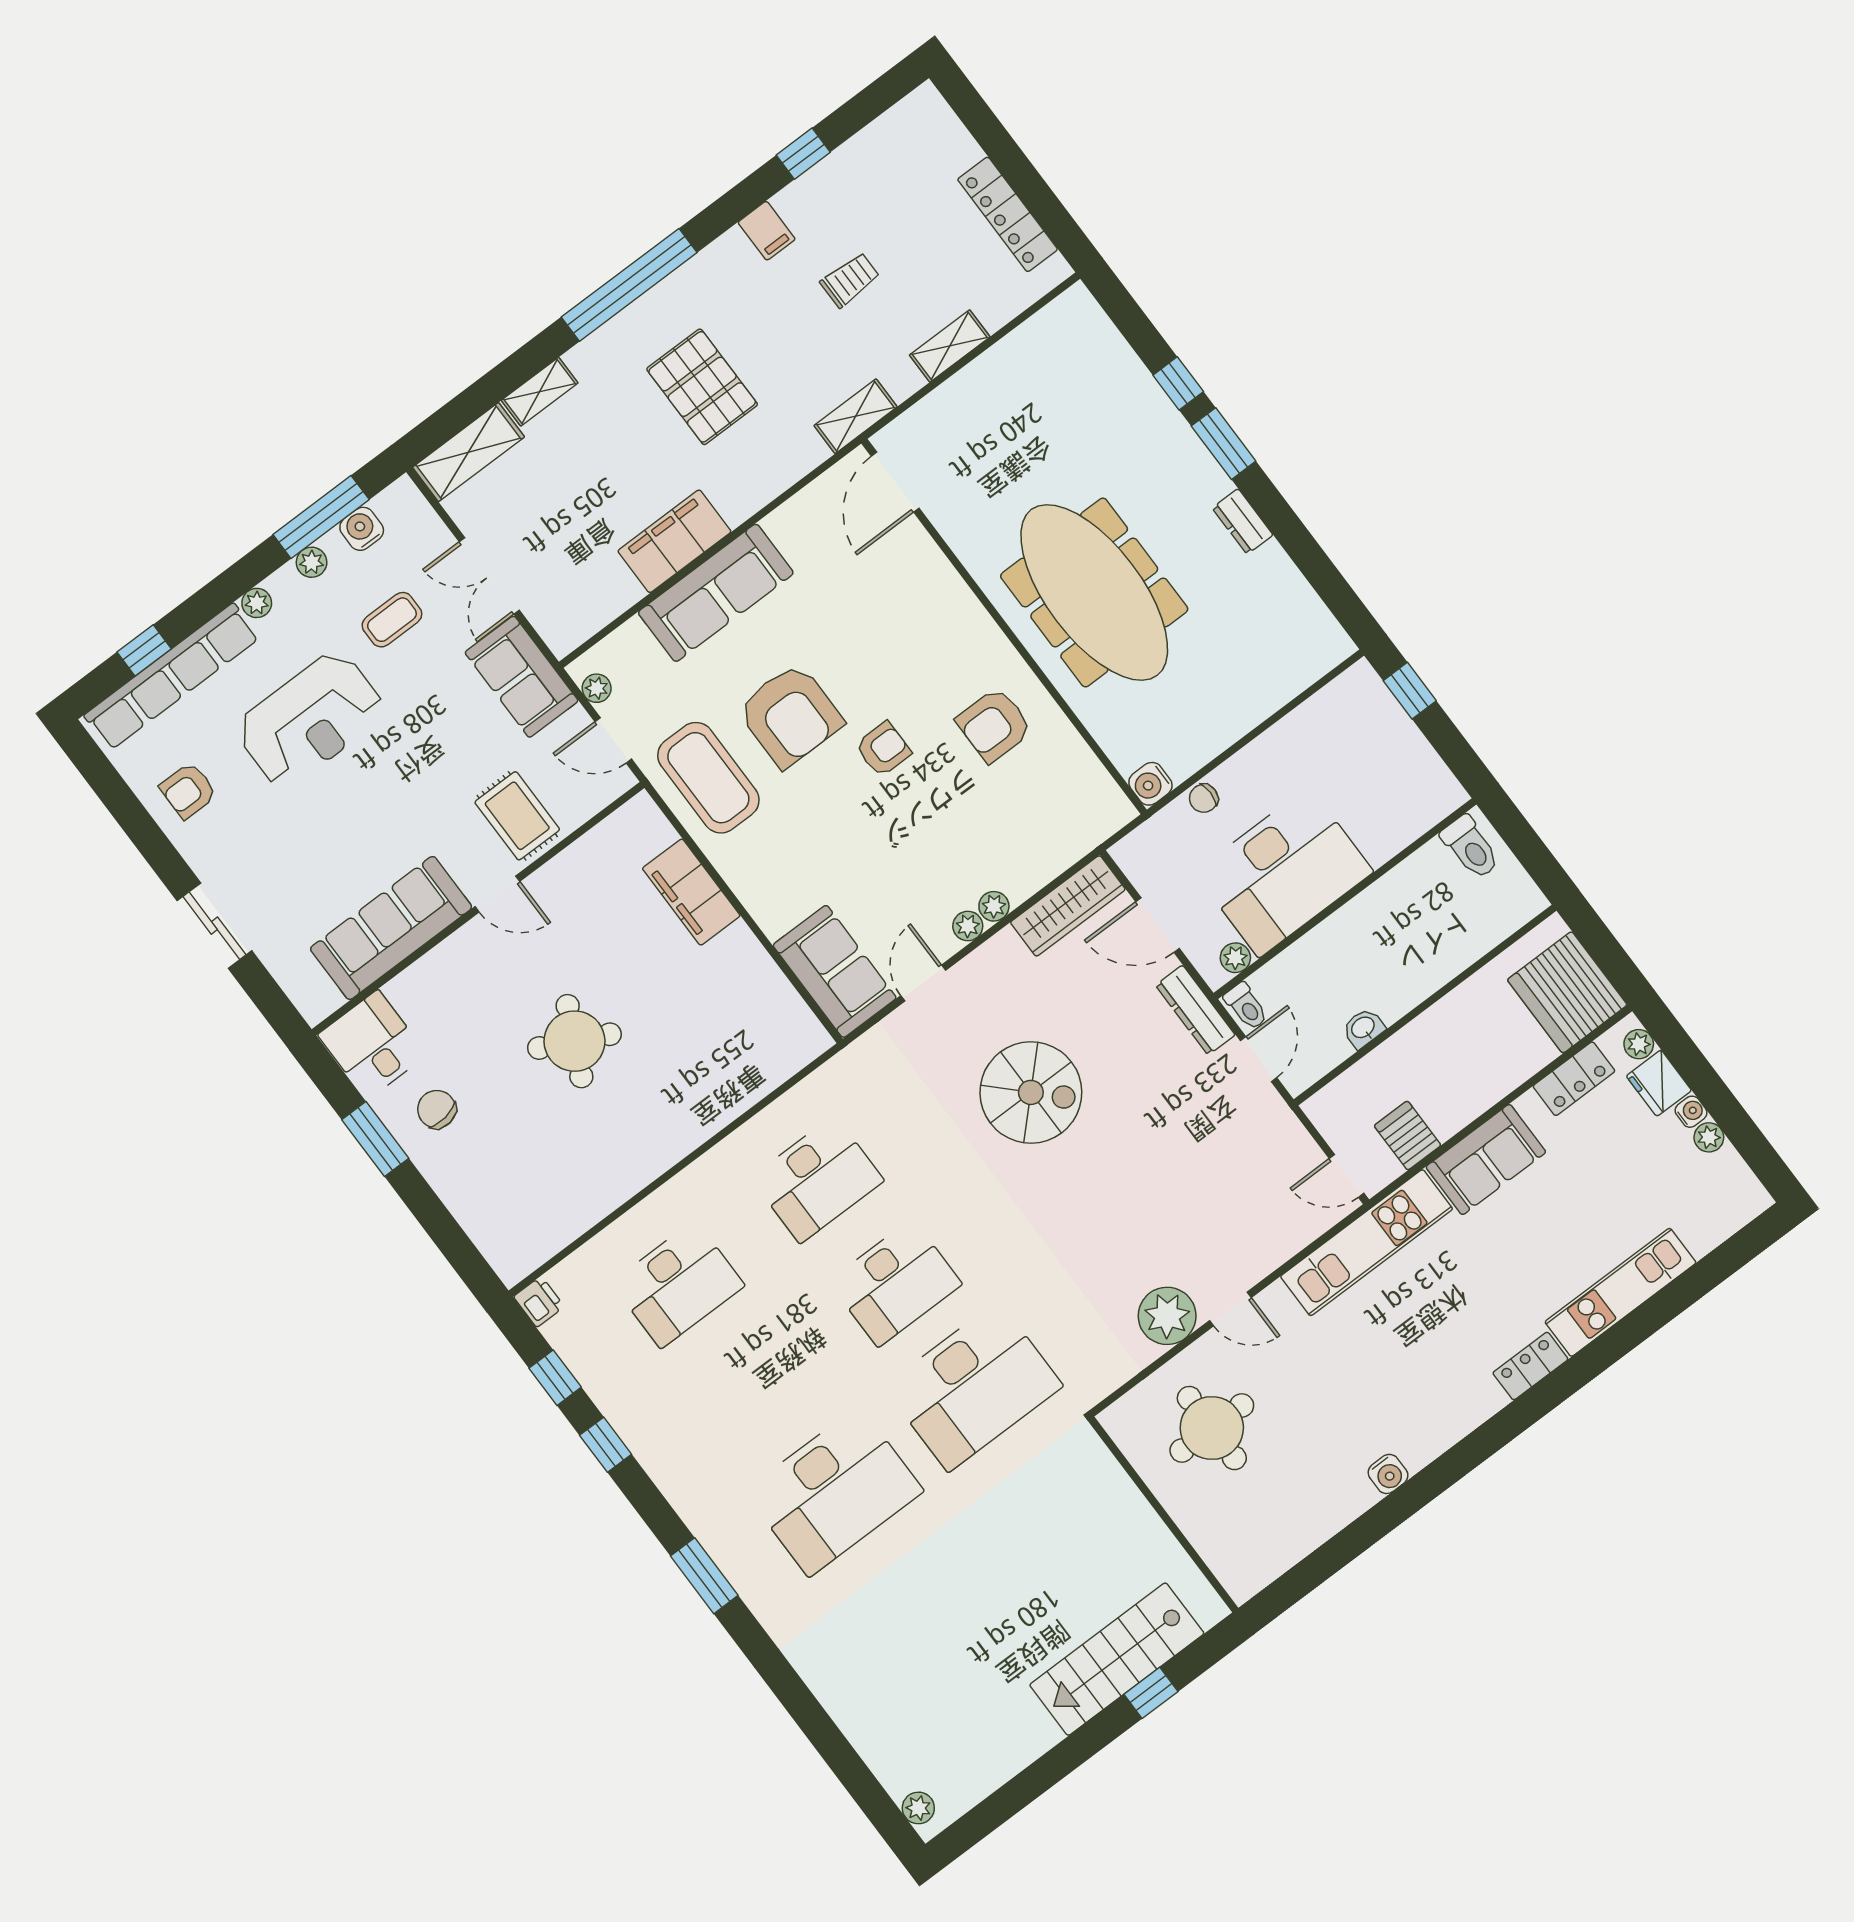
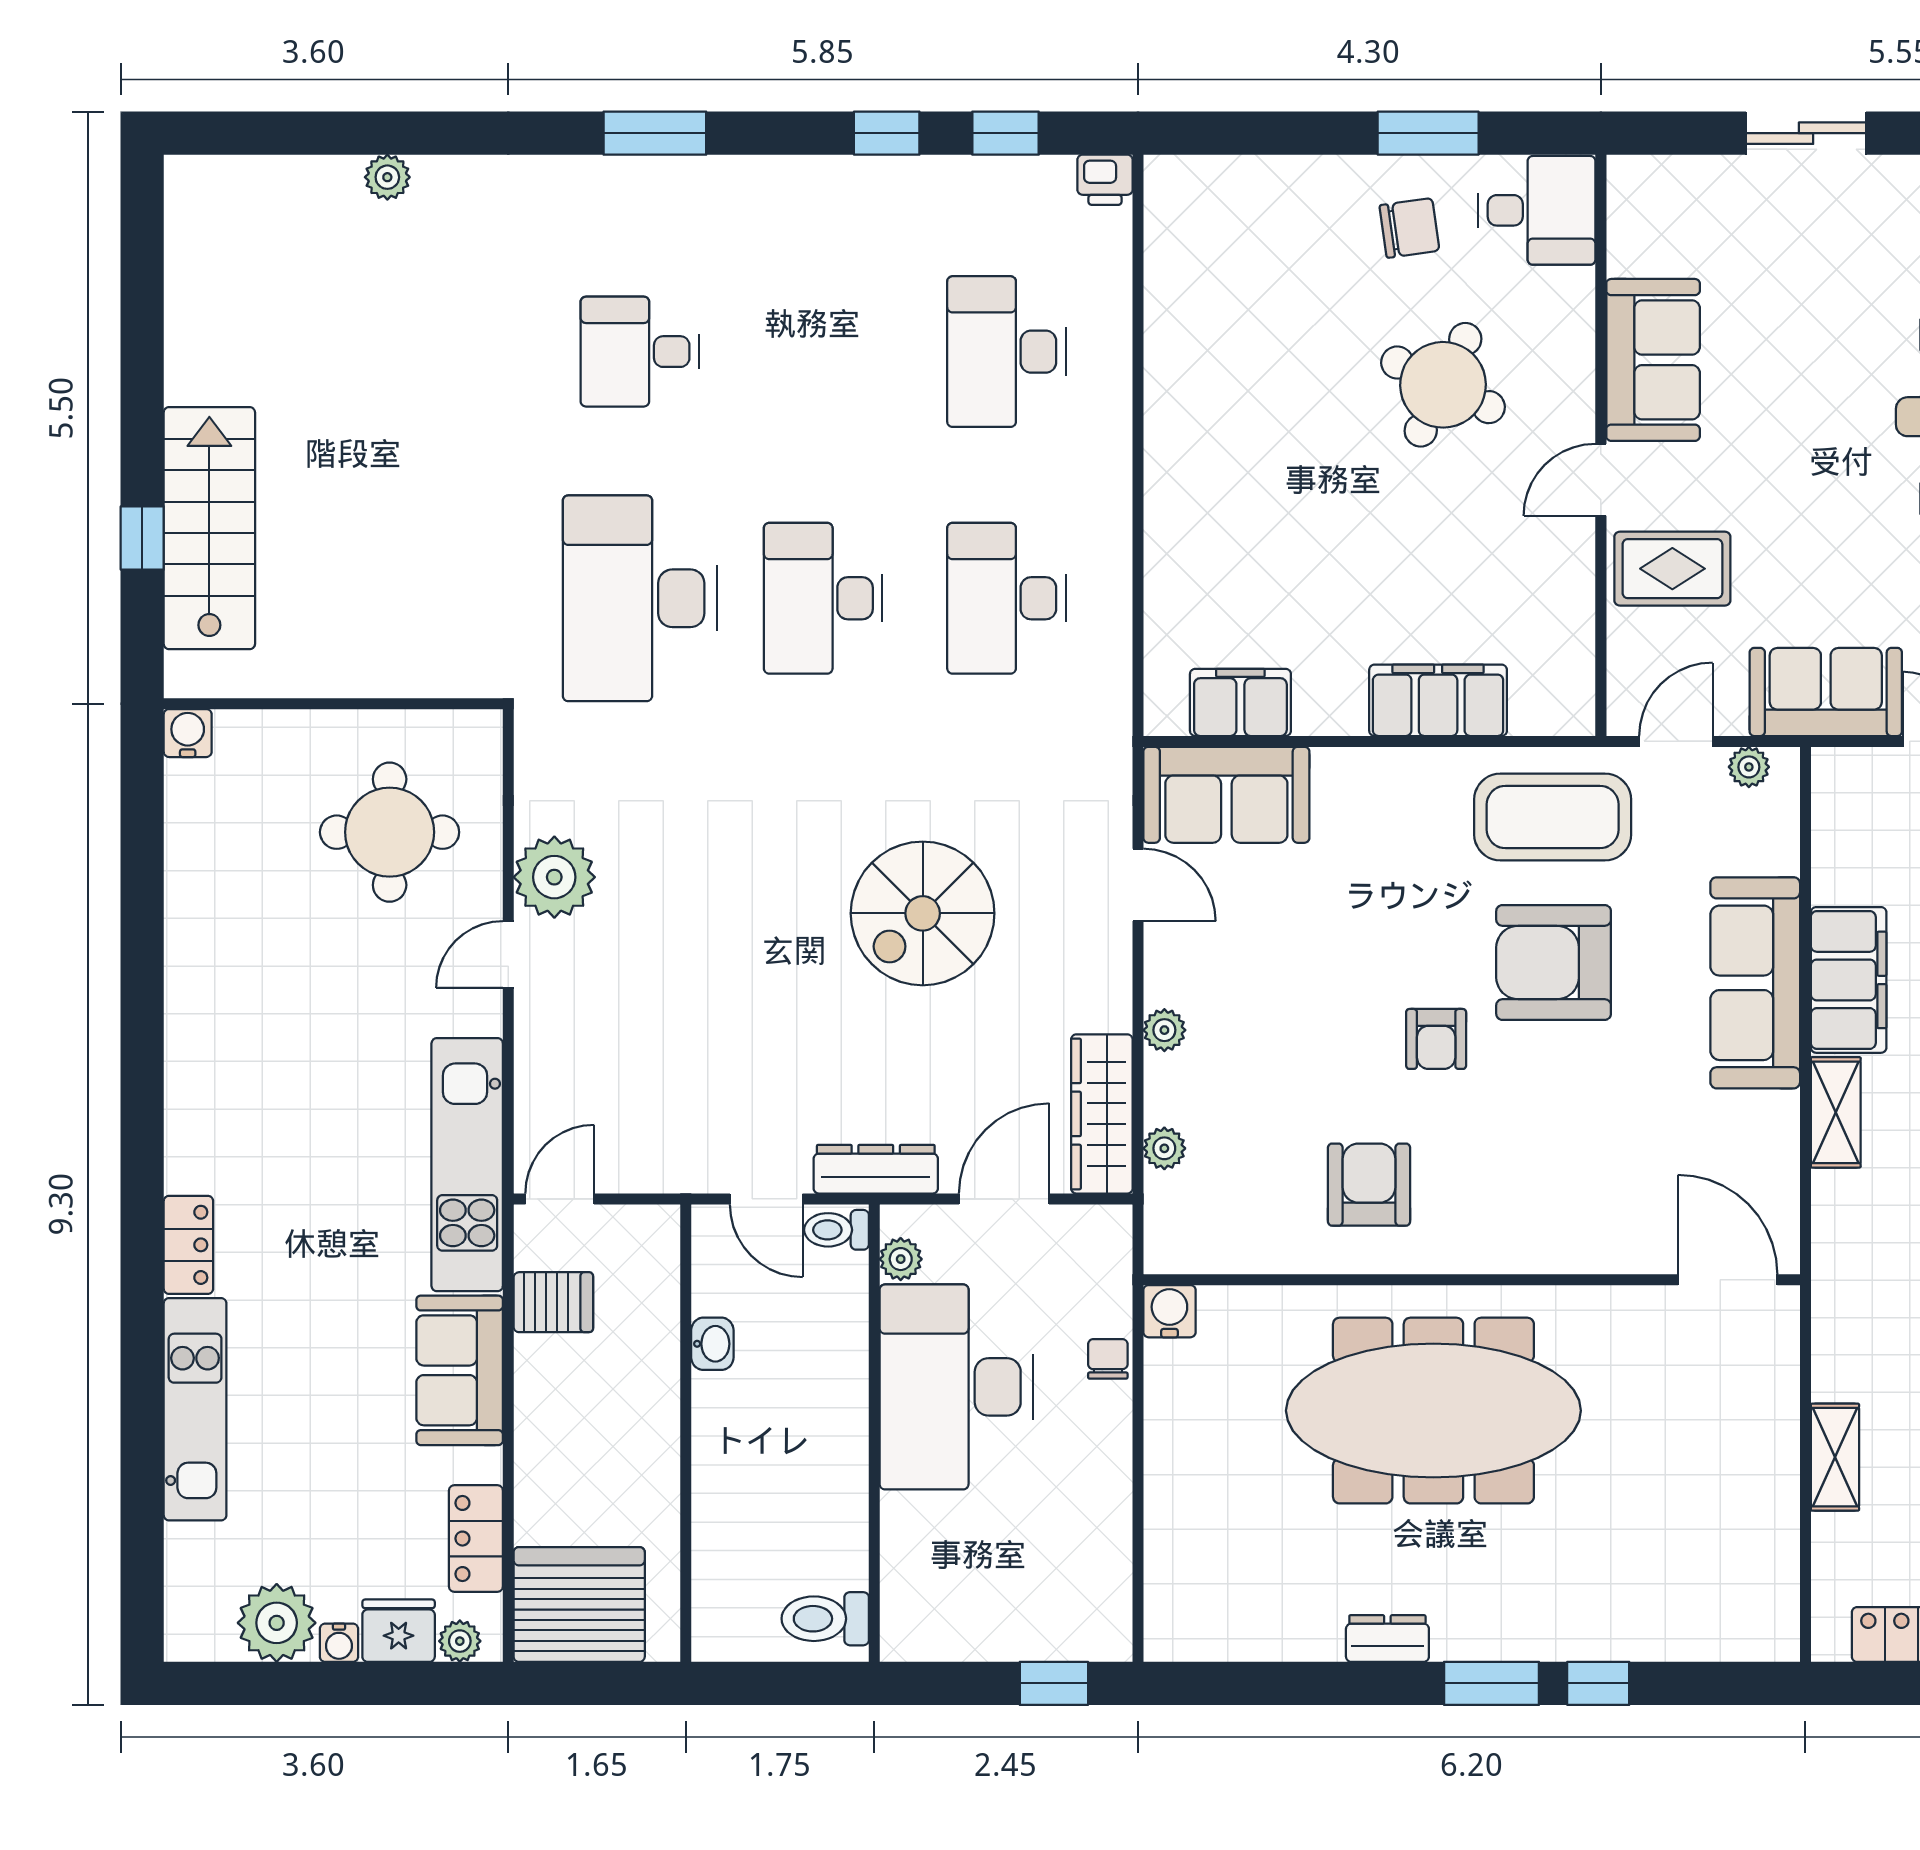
shelving: (856, 416) -> (1836, 1112), moved
plant: (968, 926) -> (1164, 1148), moved
sofa: (391, 928) -> (1653, 360), width x0.73
filing cabinet: (777, 1003) -> (1240, 702), added
round table: (574, 1041) -> (1443, 385), moved
plant: (1709, 1137) -> (277, 1623), width x1.87, depth x1.87
water cooler: (1388, 1474) -> (188, 733), moved, turned 90
desk: (834, 1491) -> (640, 352), width x0.53, depth x0.77
plant: (918, 1808) -> (387, 177), moved

